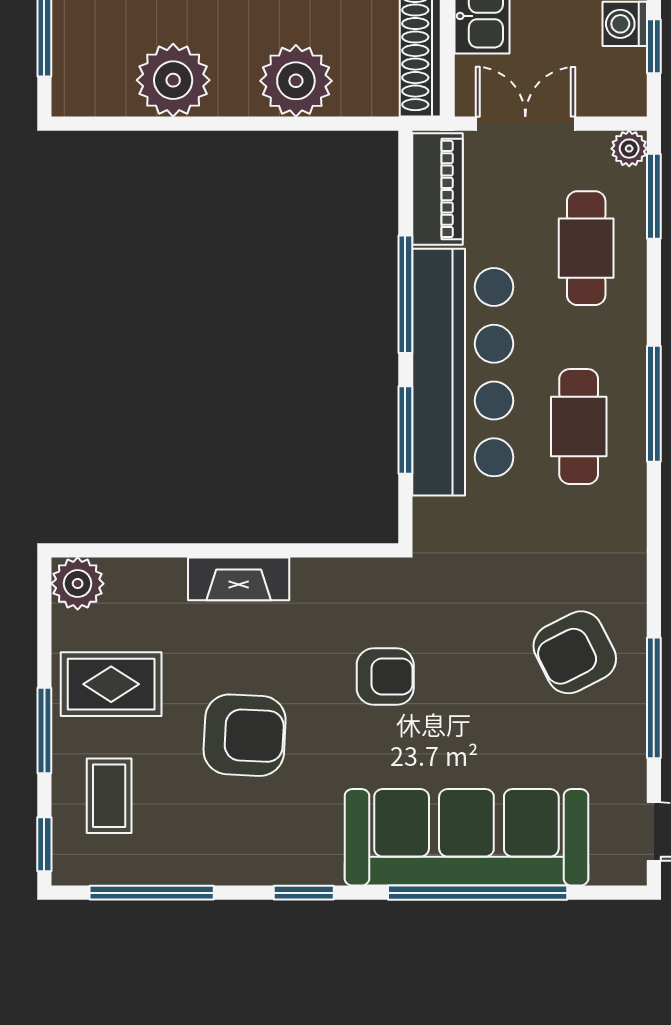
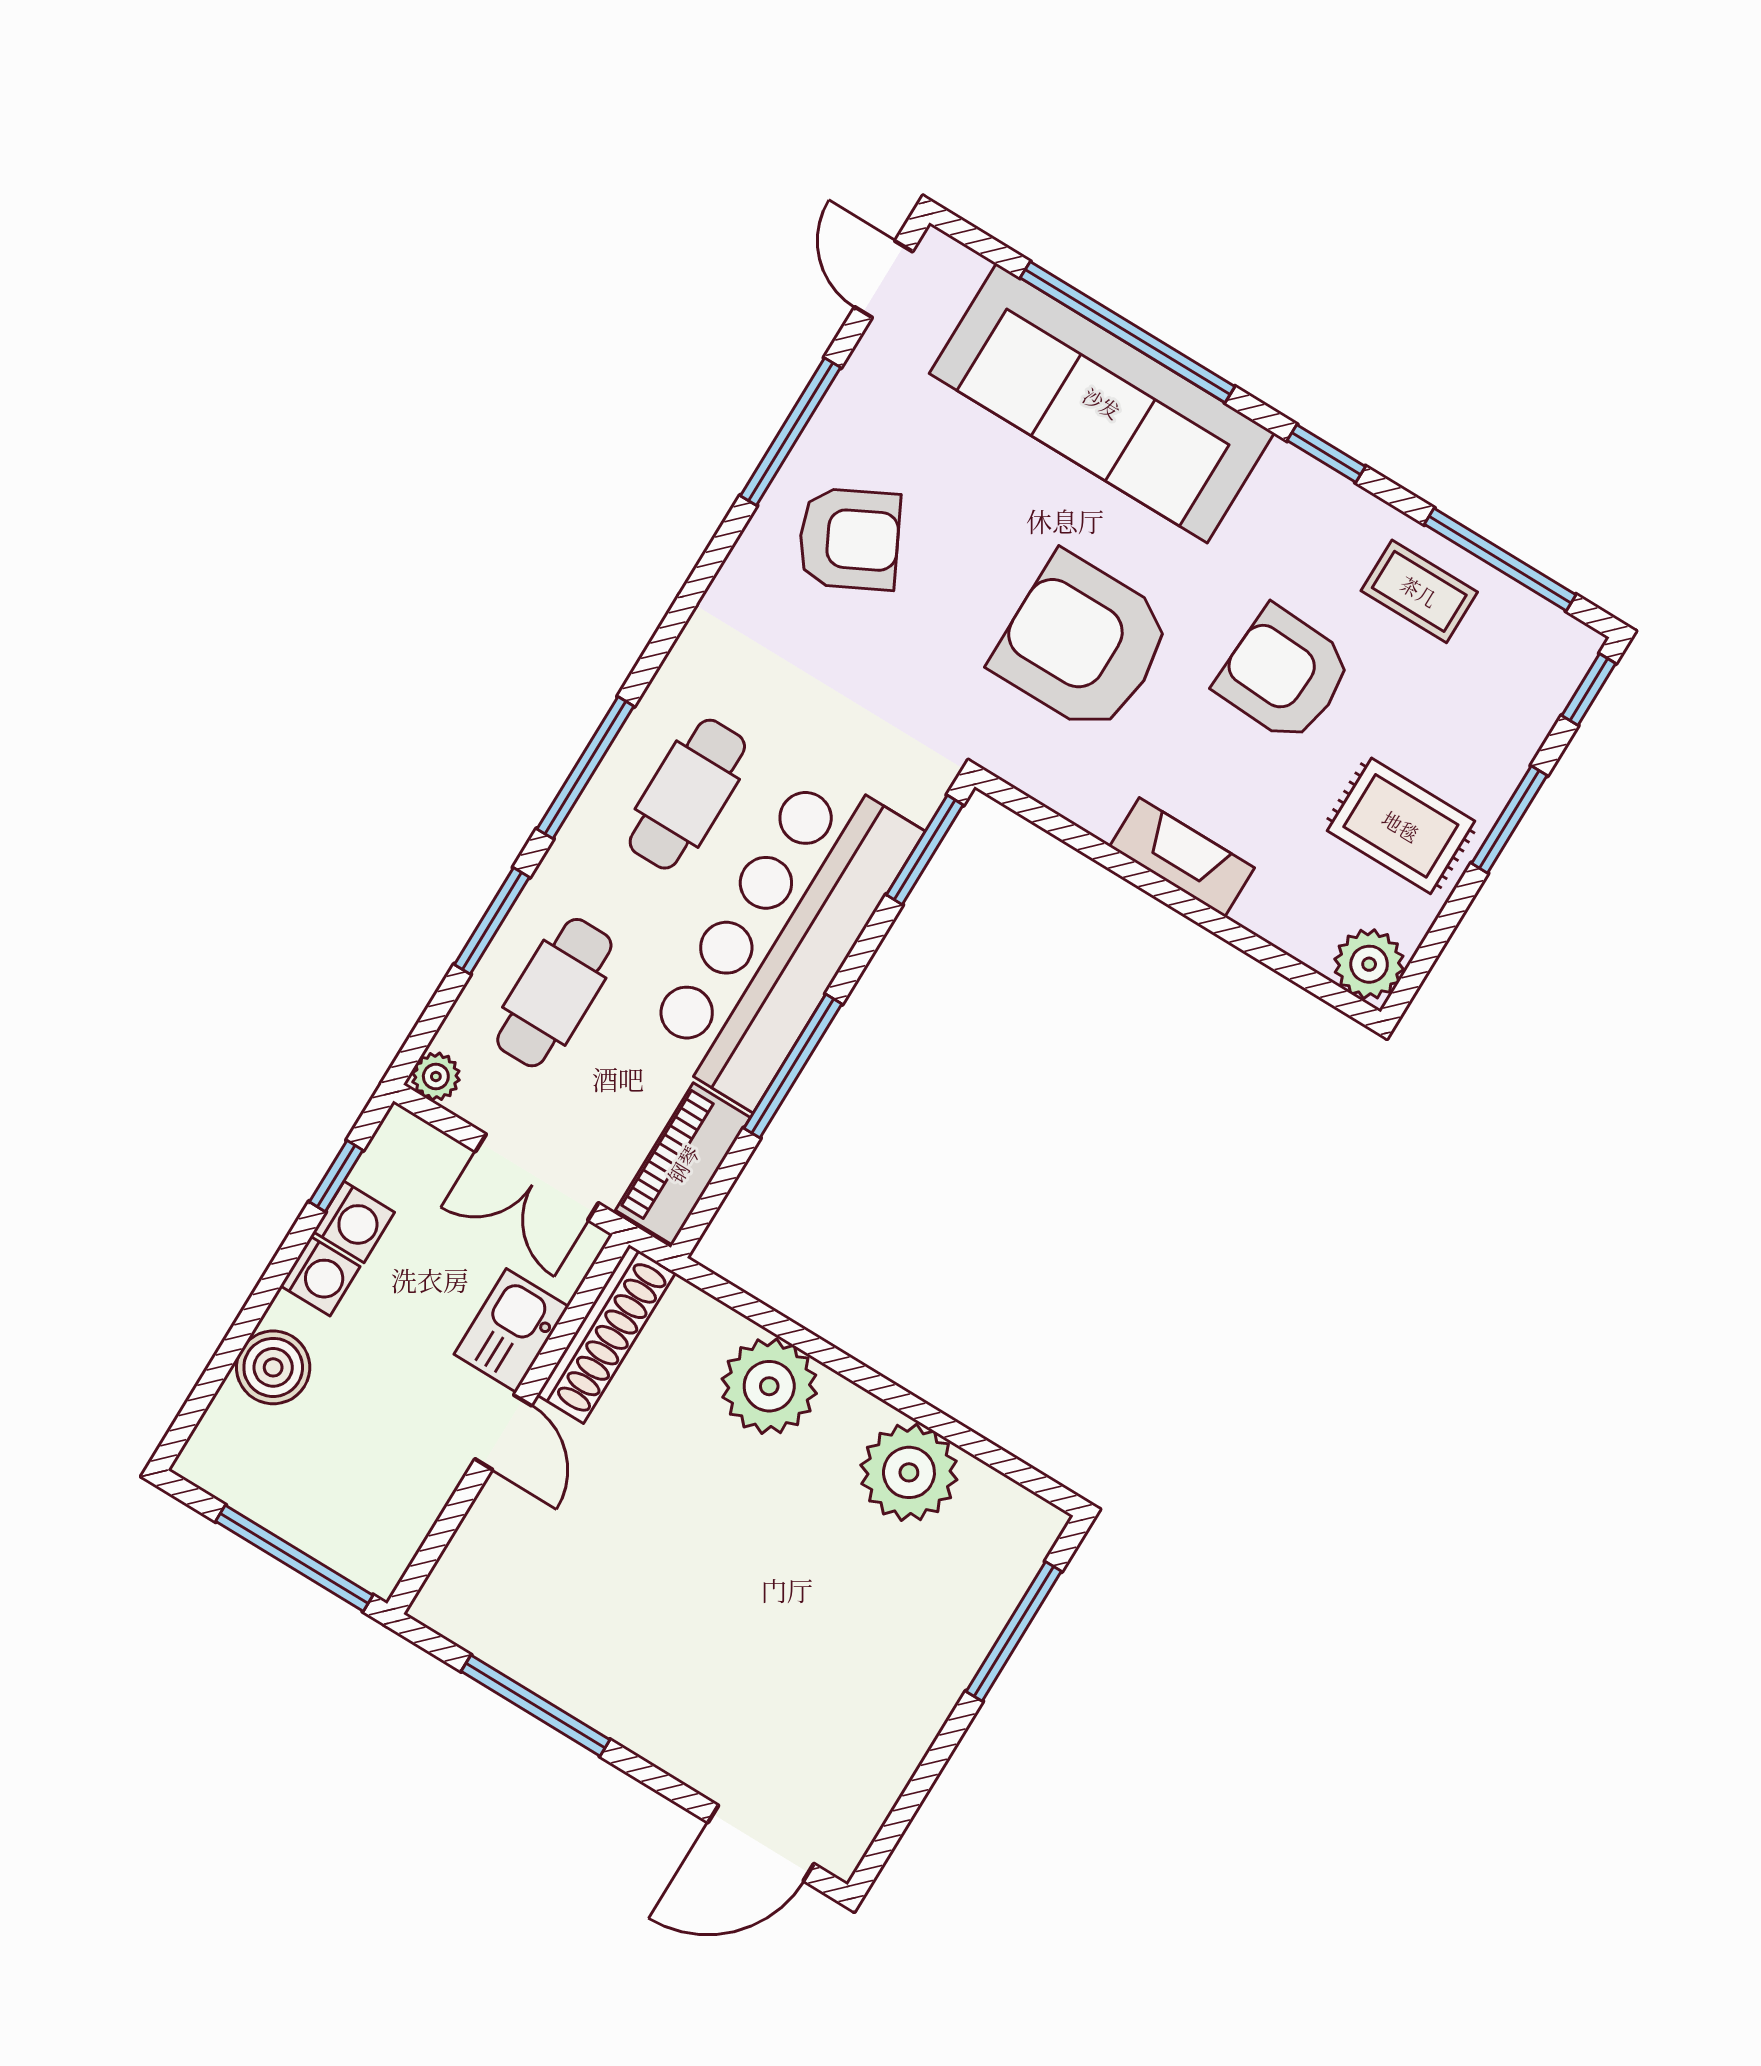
window: (654, 196) -> (492, 921), moved
window: (405, 430) -> (925, 850), moved
armchair: (385, 676) -> (1083, 644), width x1.88, depth x1.88
coffee table: (109, 796) -> (1419, 591), moved, turned 90

